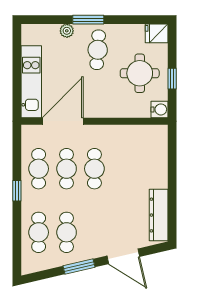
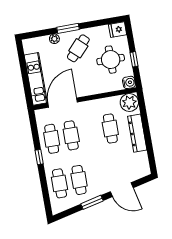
cafe table: (98, 50) -> (78, 48), turned 39
plant: (155, 137) -> (129, 103), added
cafe table: (94, 169) -> (110, 128), moved
dresser: (159, 215) -> (137, 133), moved

